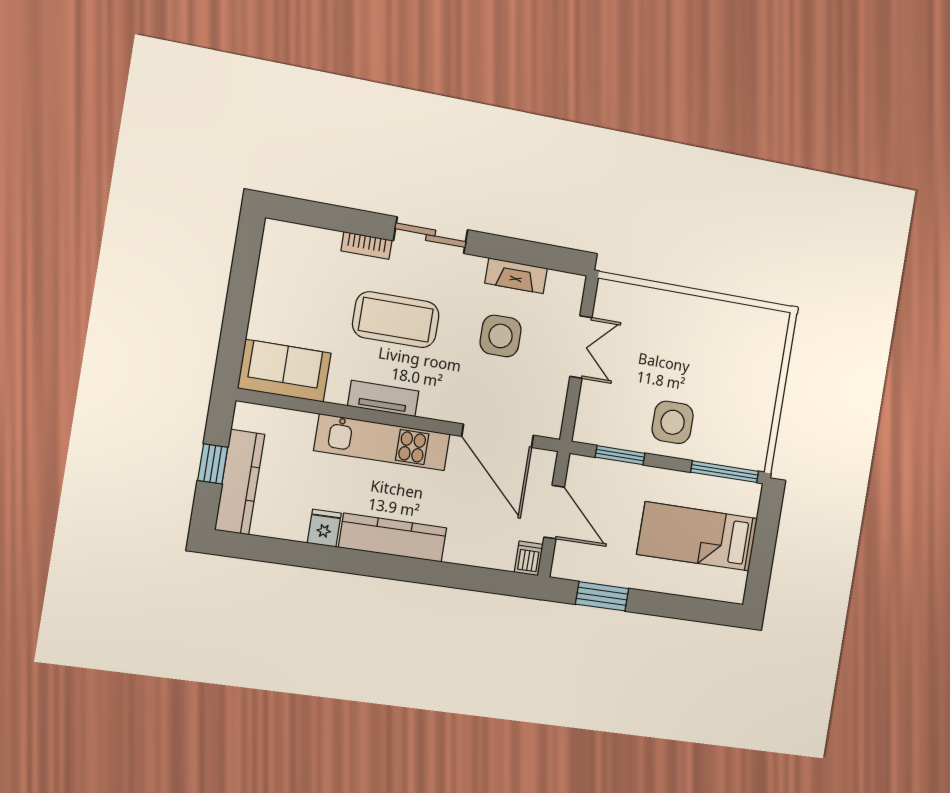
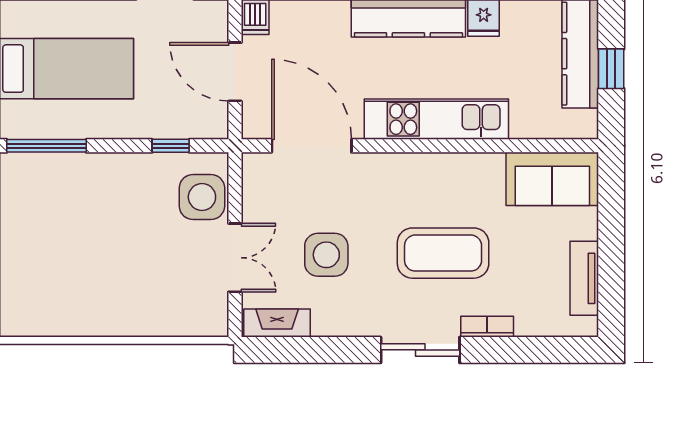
fireplace: (516, 276) -> (277, 323), moved
double door: (581, 347) -> (235, 258), swing flipped
tv unit: (383, 398) -> (584, 278), moved, turned 90
side table: (673, 422) -> (202, 197), moved
window: (620, 455) -> (171, 146), width x0.67

